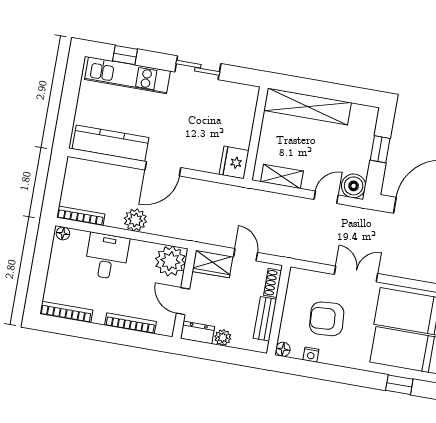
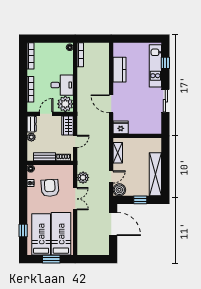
shelving: (308, 107) -> (155, 174), moved
kitchen counter: (111, 143) -> (119, 70), width x0.67
door: (163, 169) -> (111, 104), moved
door: (326, 197) -> (111, 177), hinge flipped
plant: (135, 220) -> (83, 178), moved
desk: (107, 256) -> (62, 85), moved

